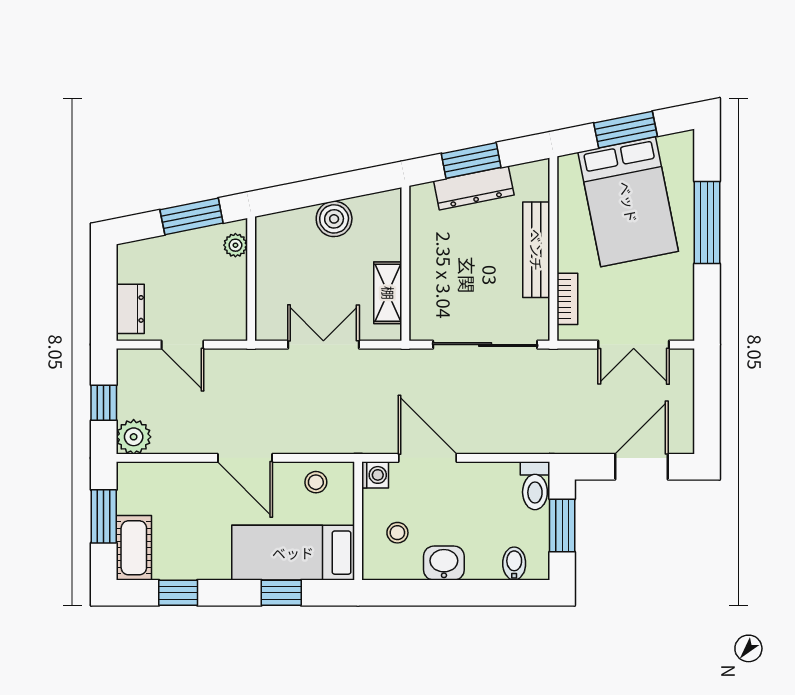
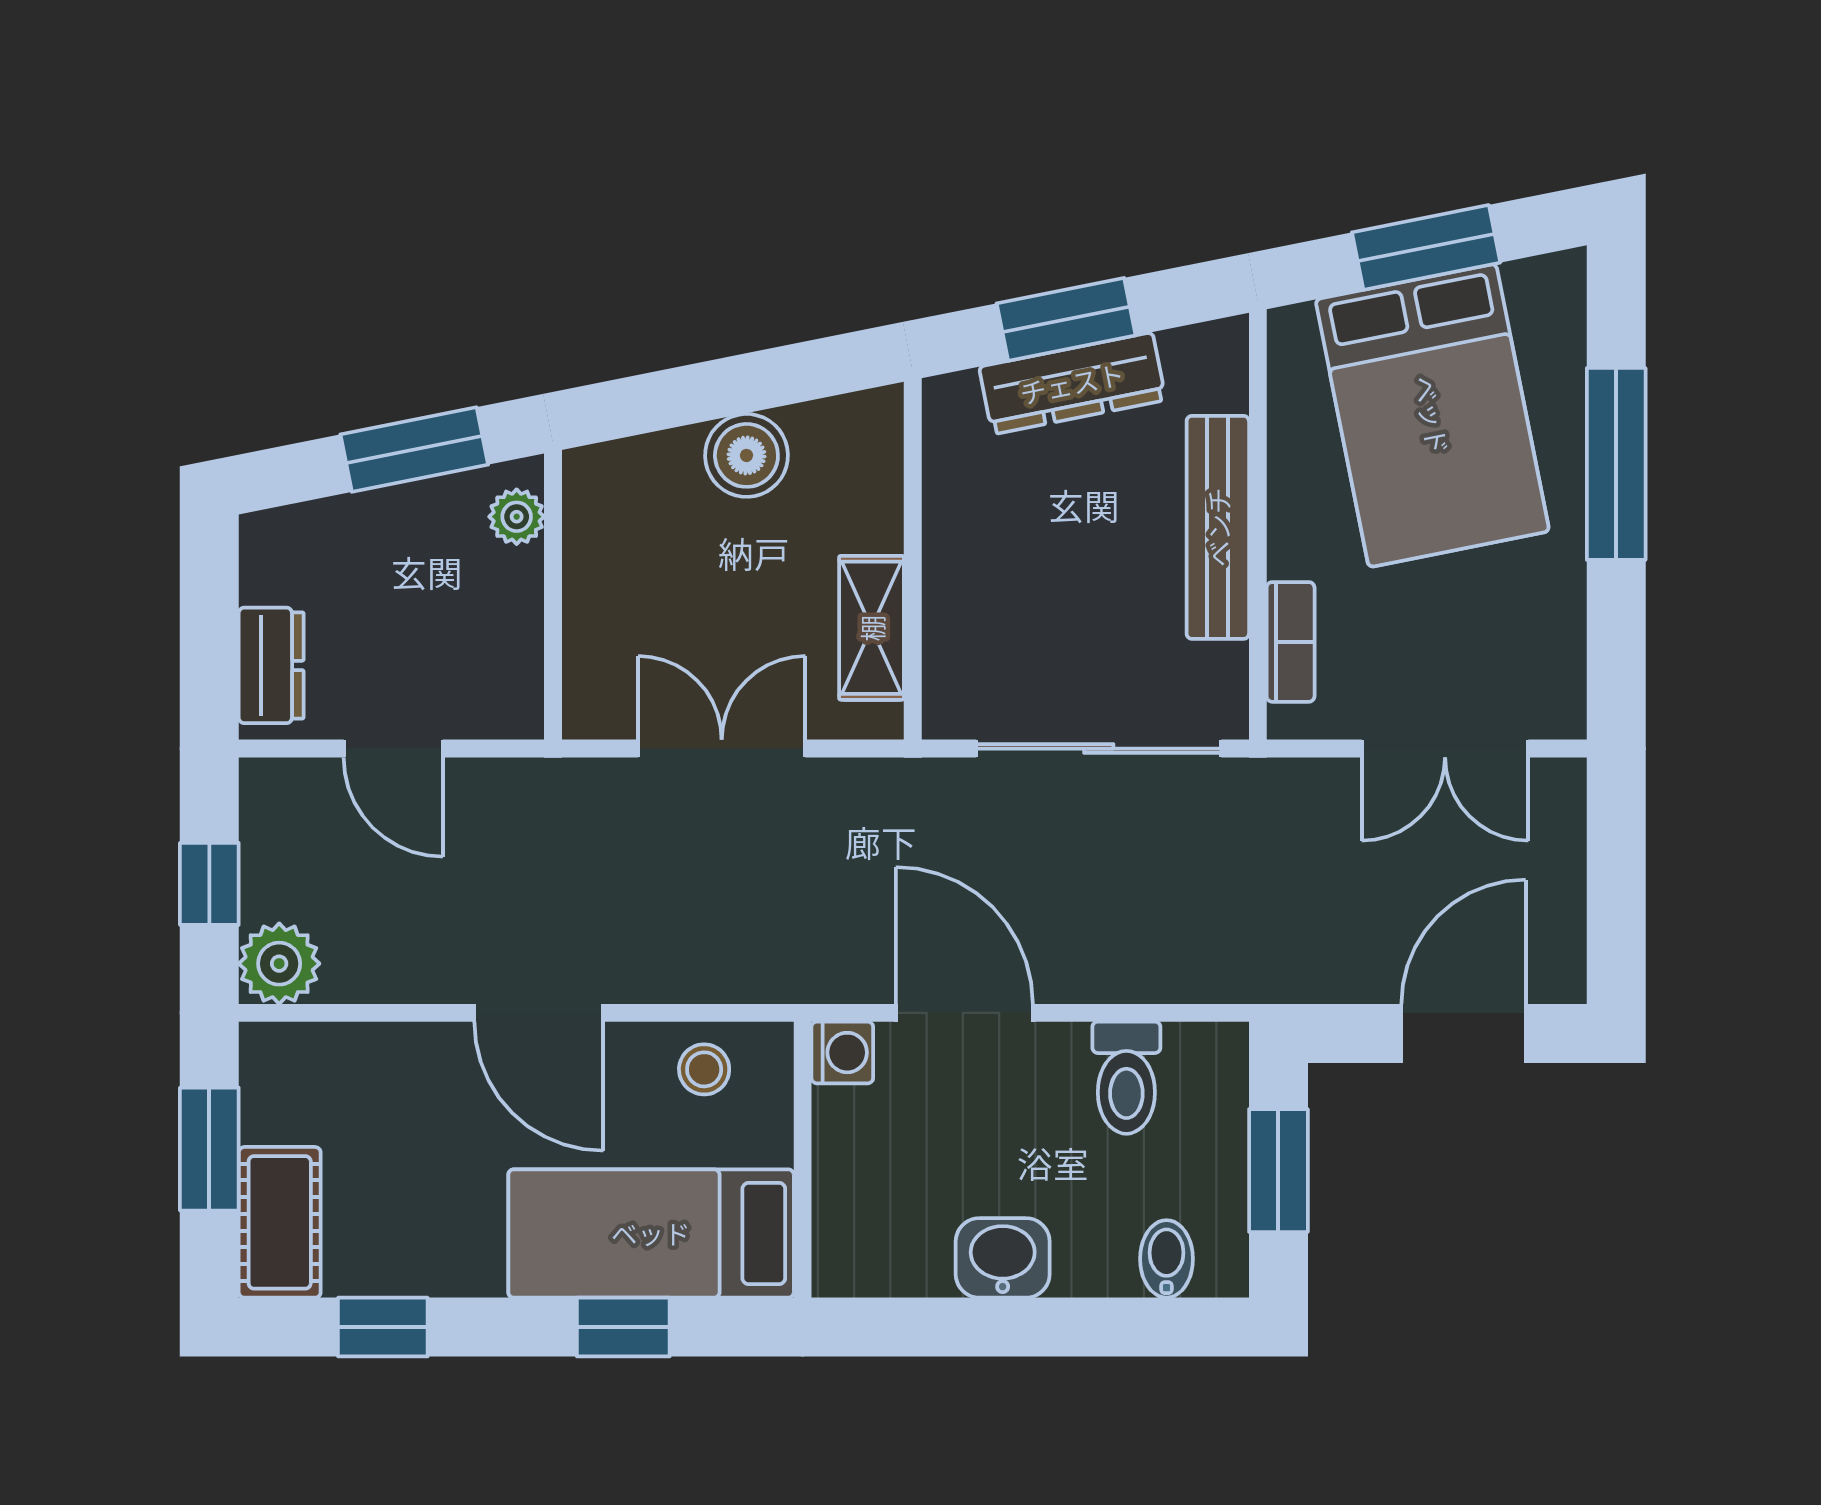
toilet: (535, 486) -> (1126, 1078), moved
stool: (397, 533) -> (894, 1187), removed

